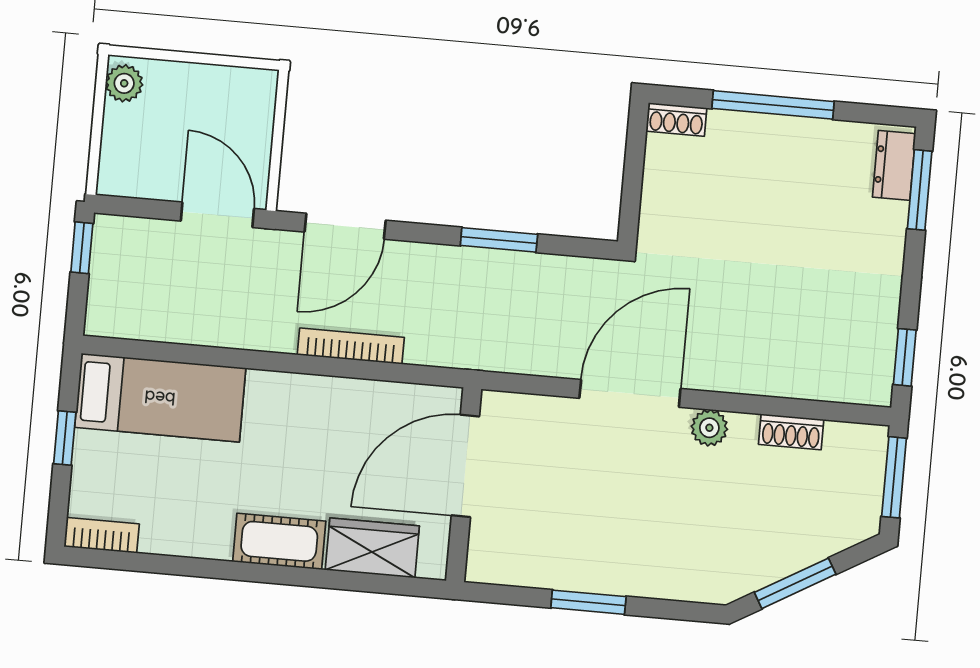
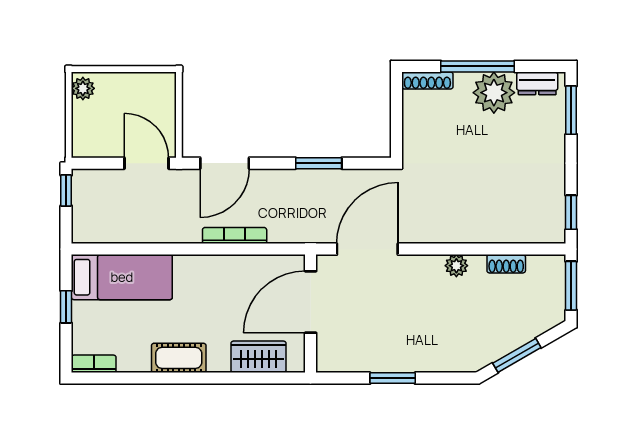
shoe rack: (676, 119) -> (427, 81), width x1.43
plant: (796, 150) -> (494, 93), added
dresser: (894, 165) -> (537, 83), moved, turned -90
door: (630, 393) -> (367, 249), moved
cot: (279, 541) -> (179, 358), moved

